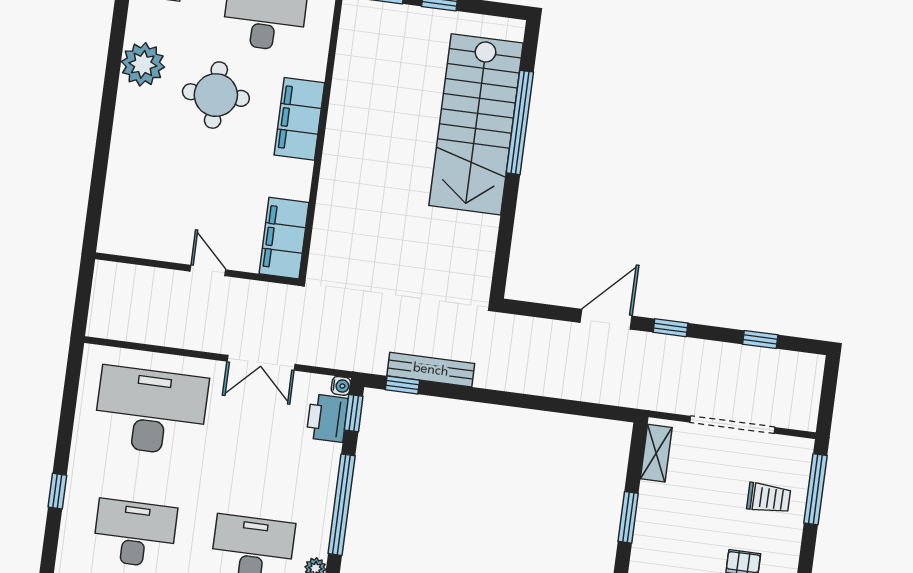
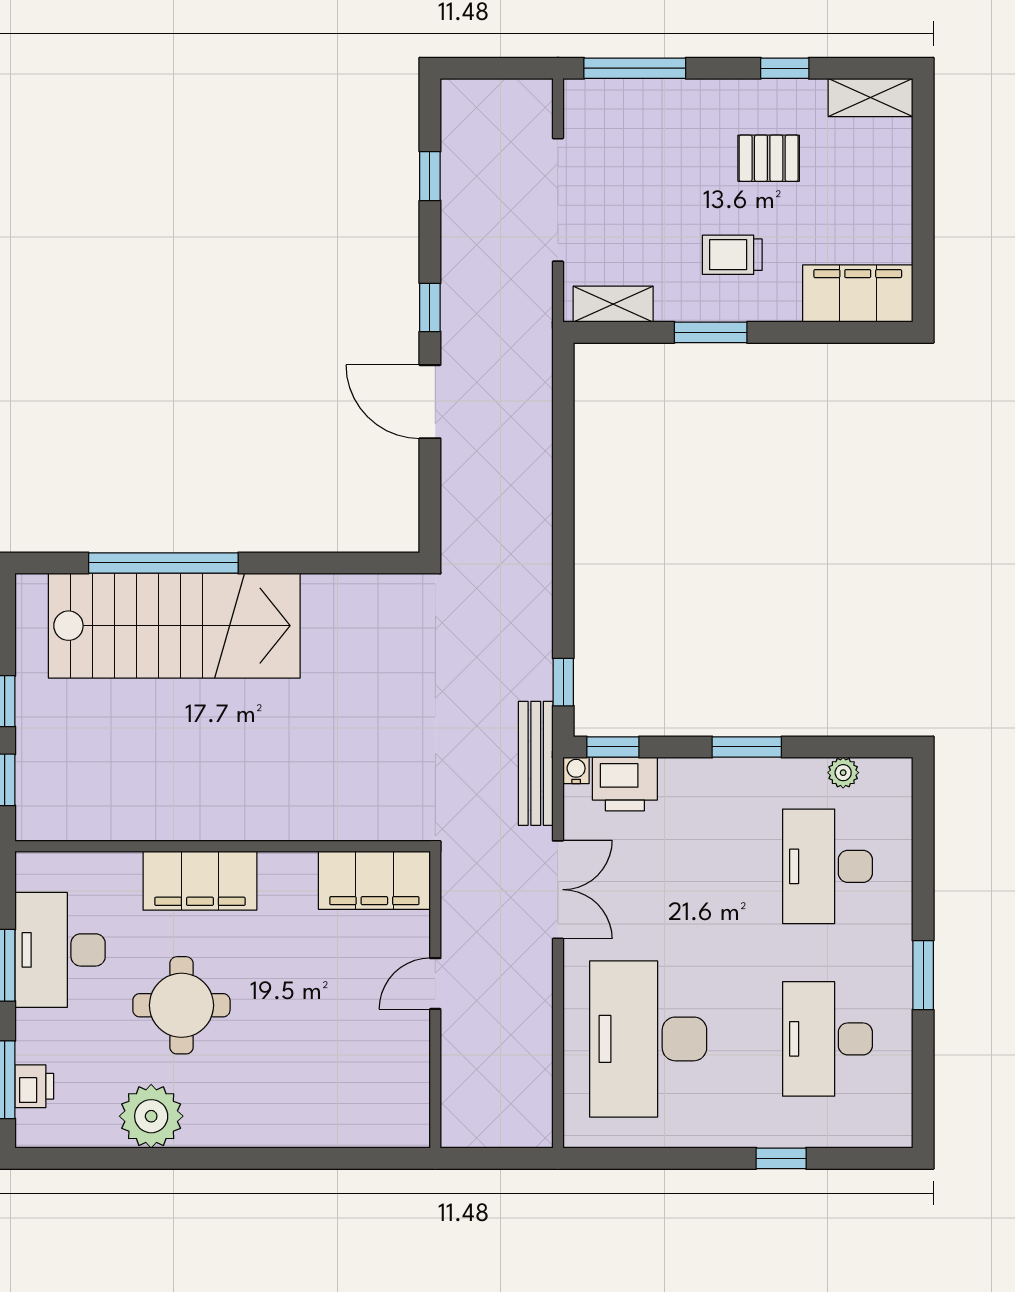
bench: (431, 370) -> (536, 763), moved
trolley: (769, 498) -> (732, 255), moved, turned -90
window: (342, 505) -> (747, 747), width x0.47

